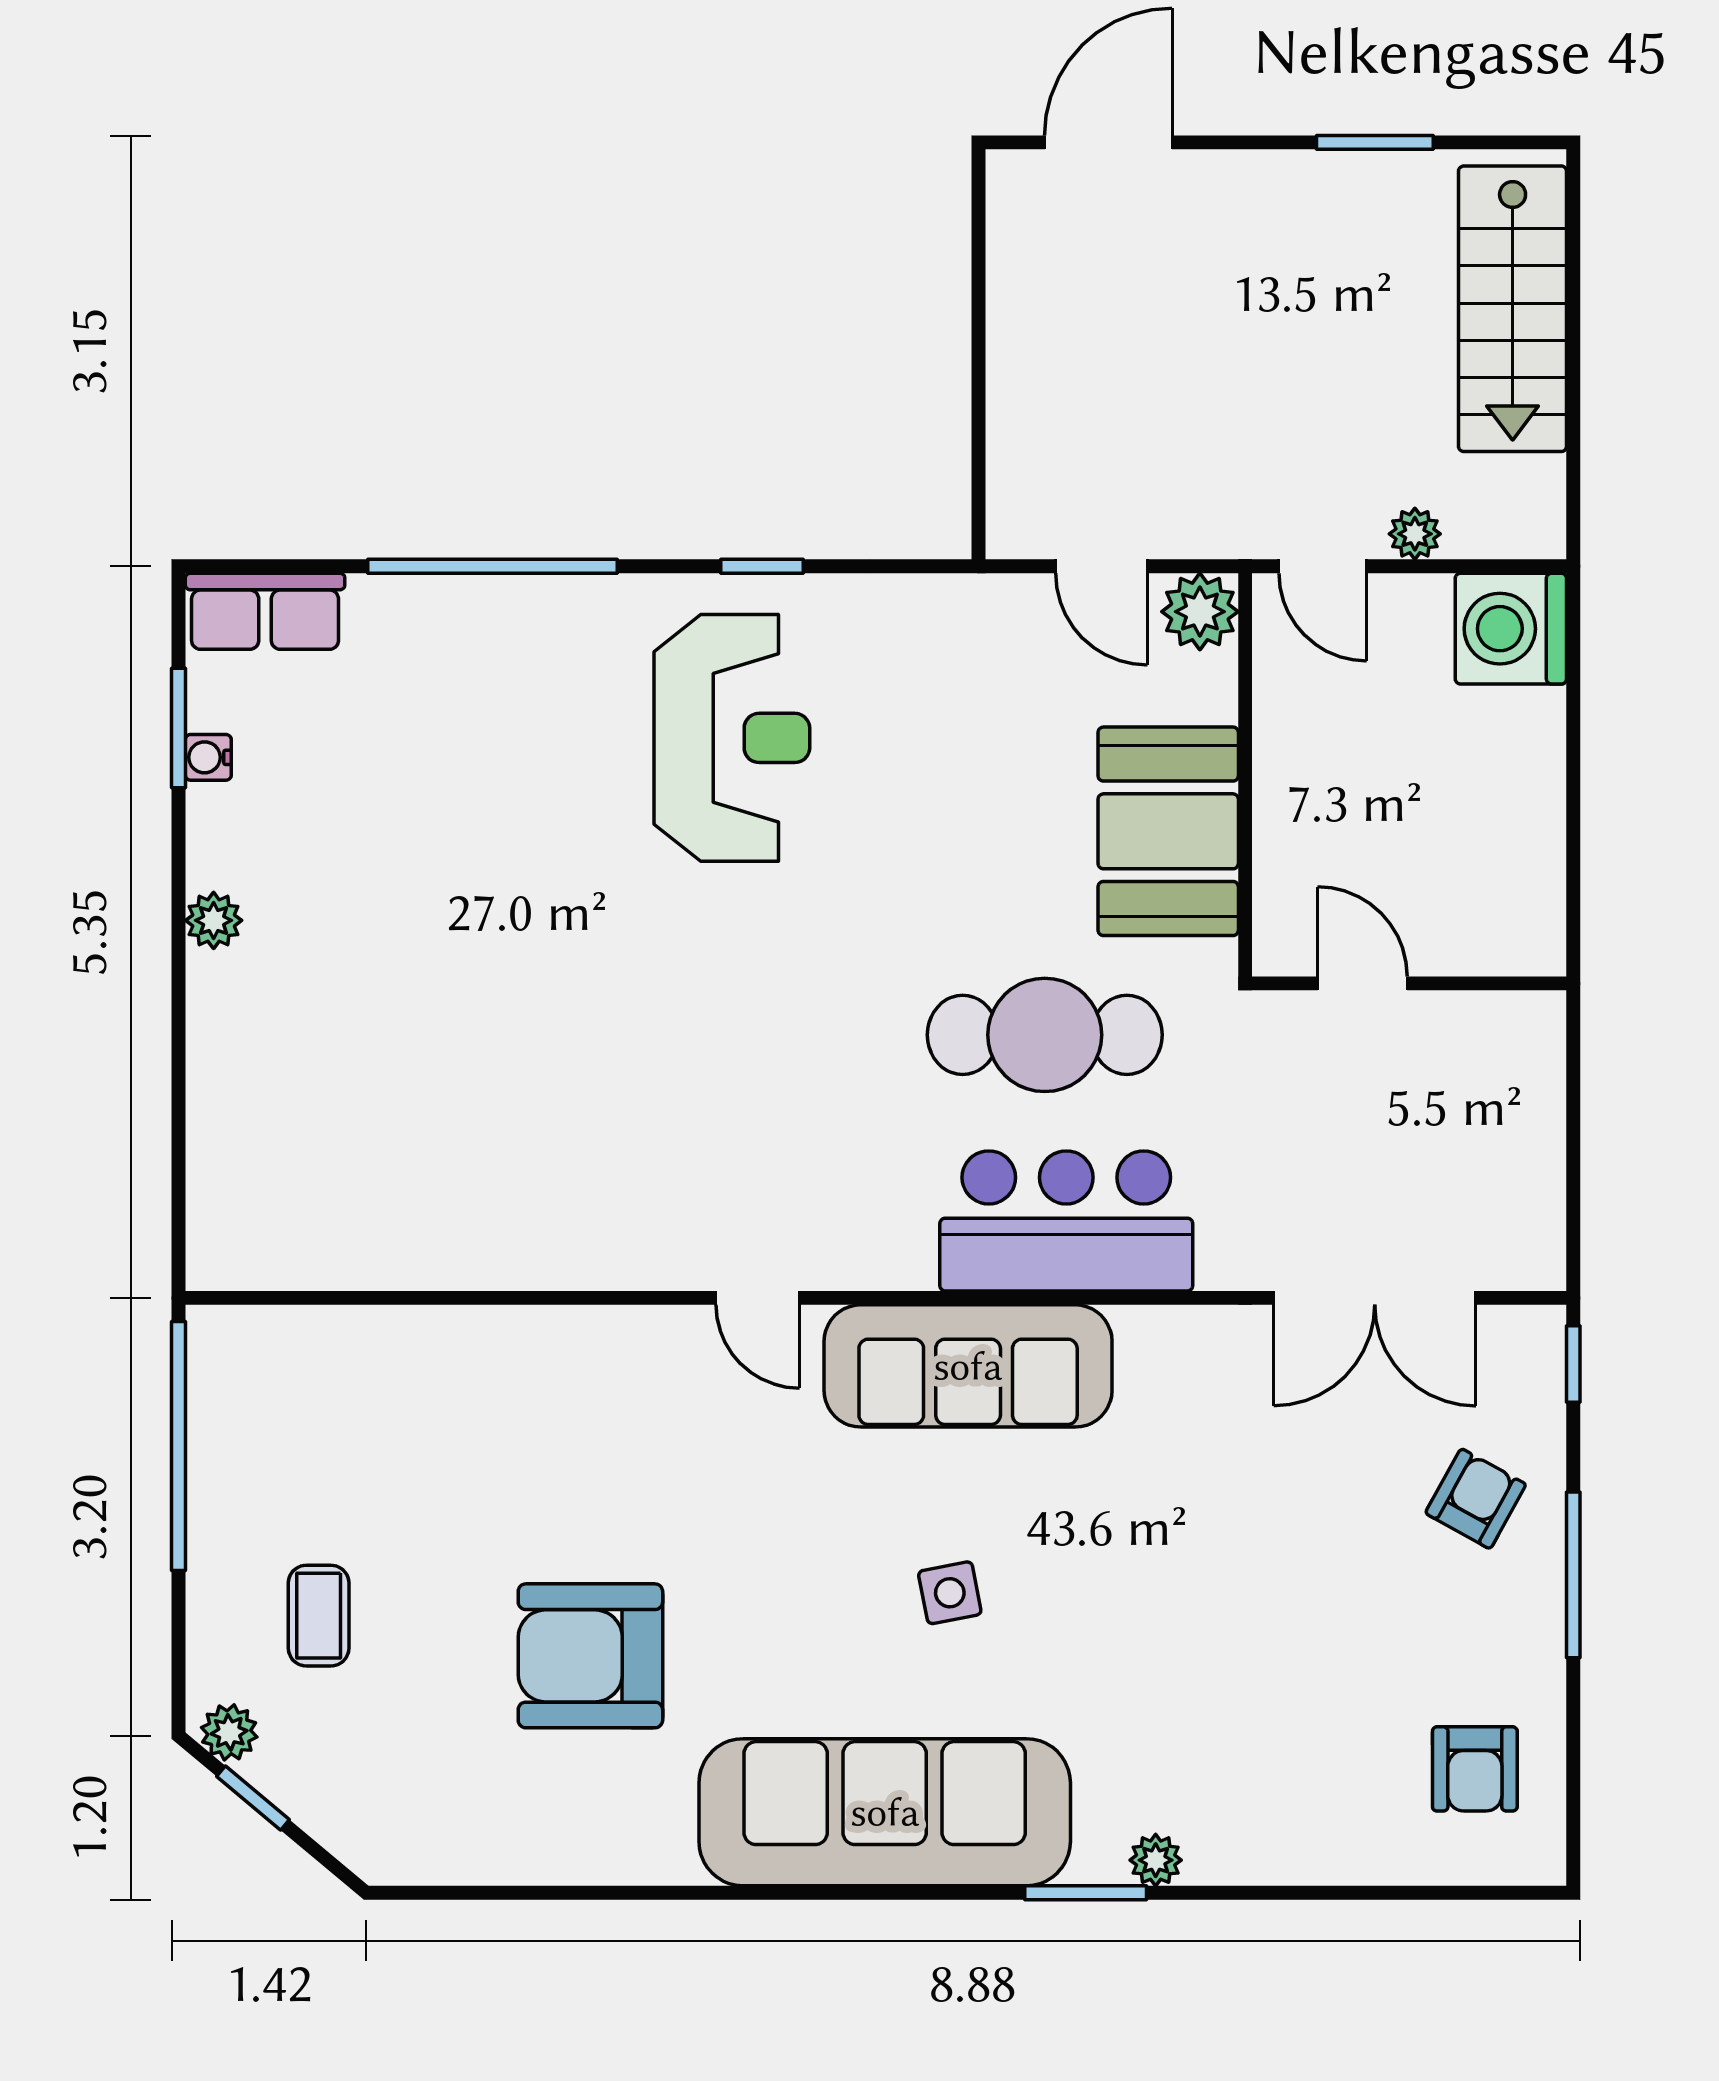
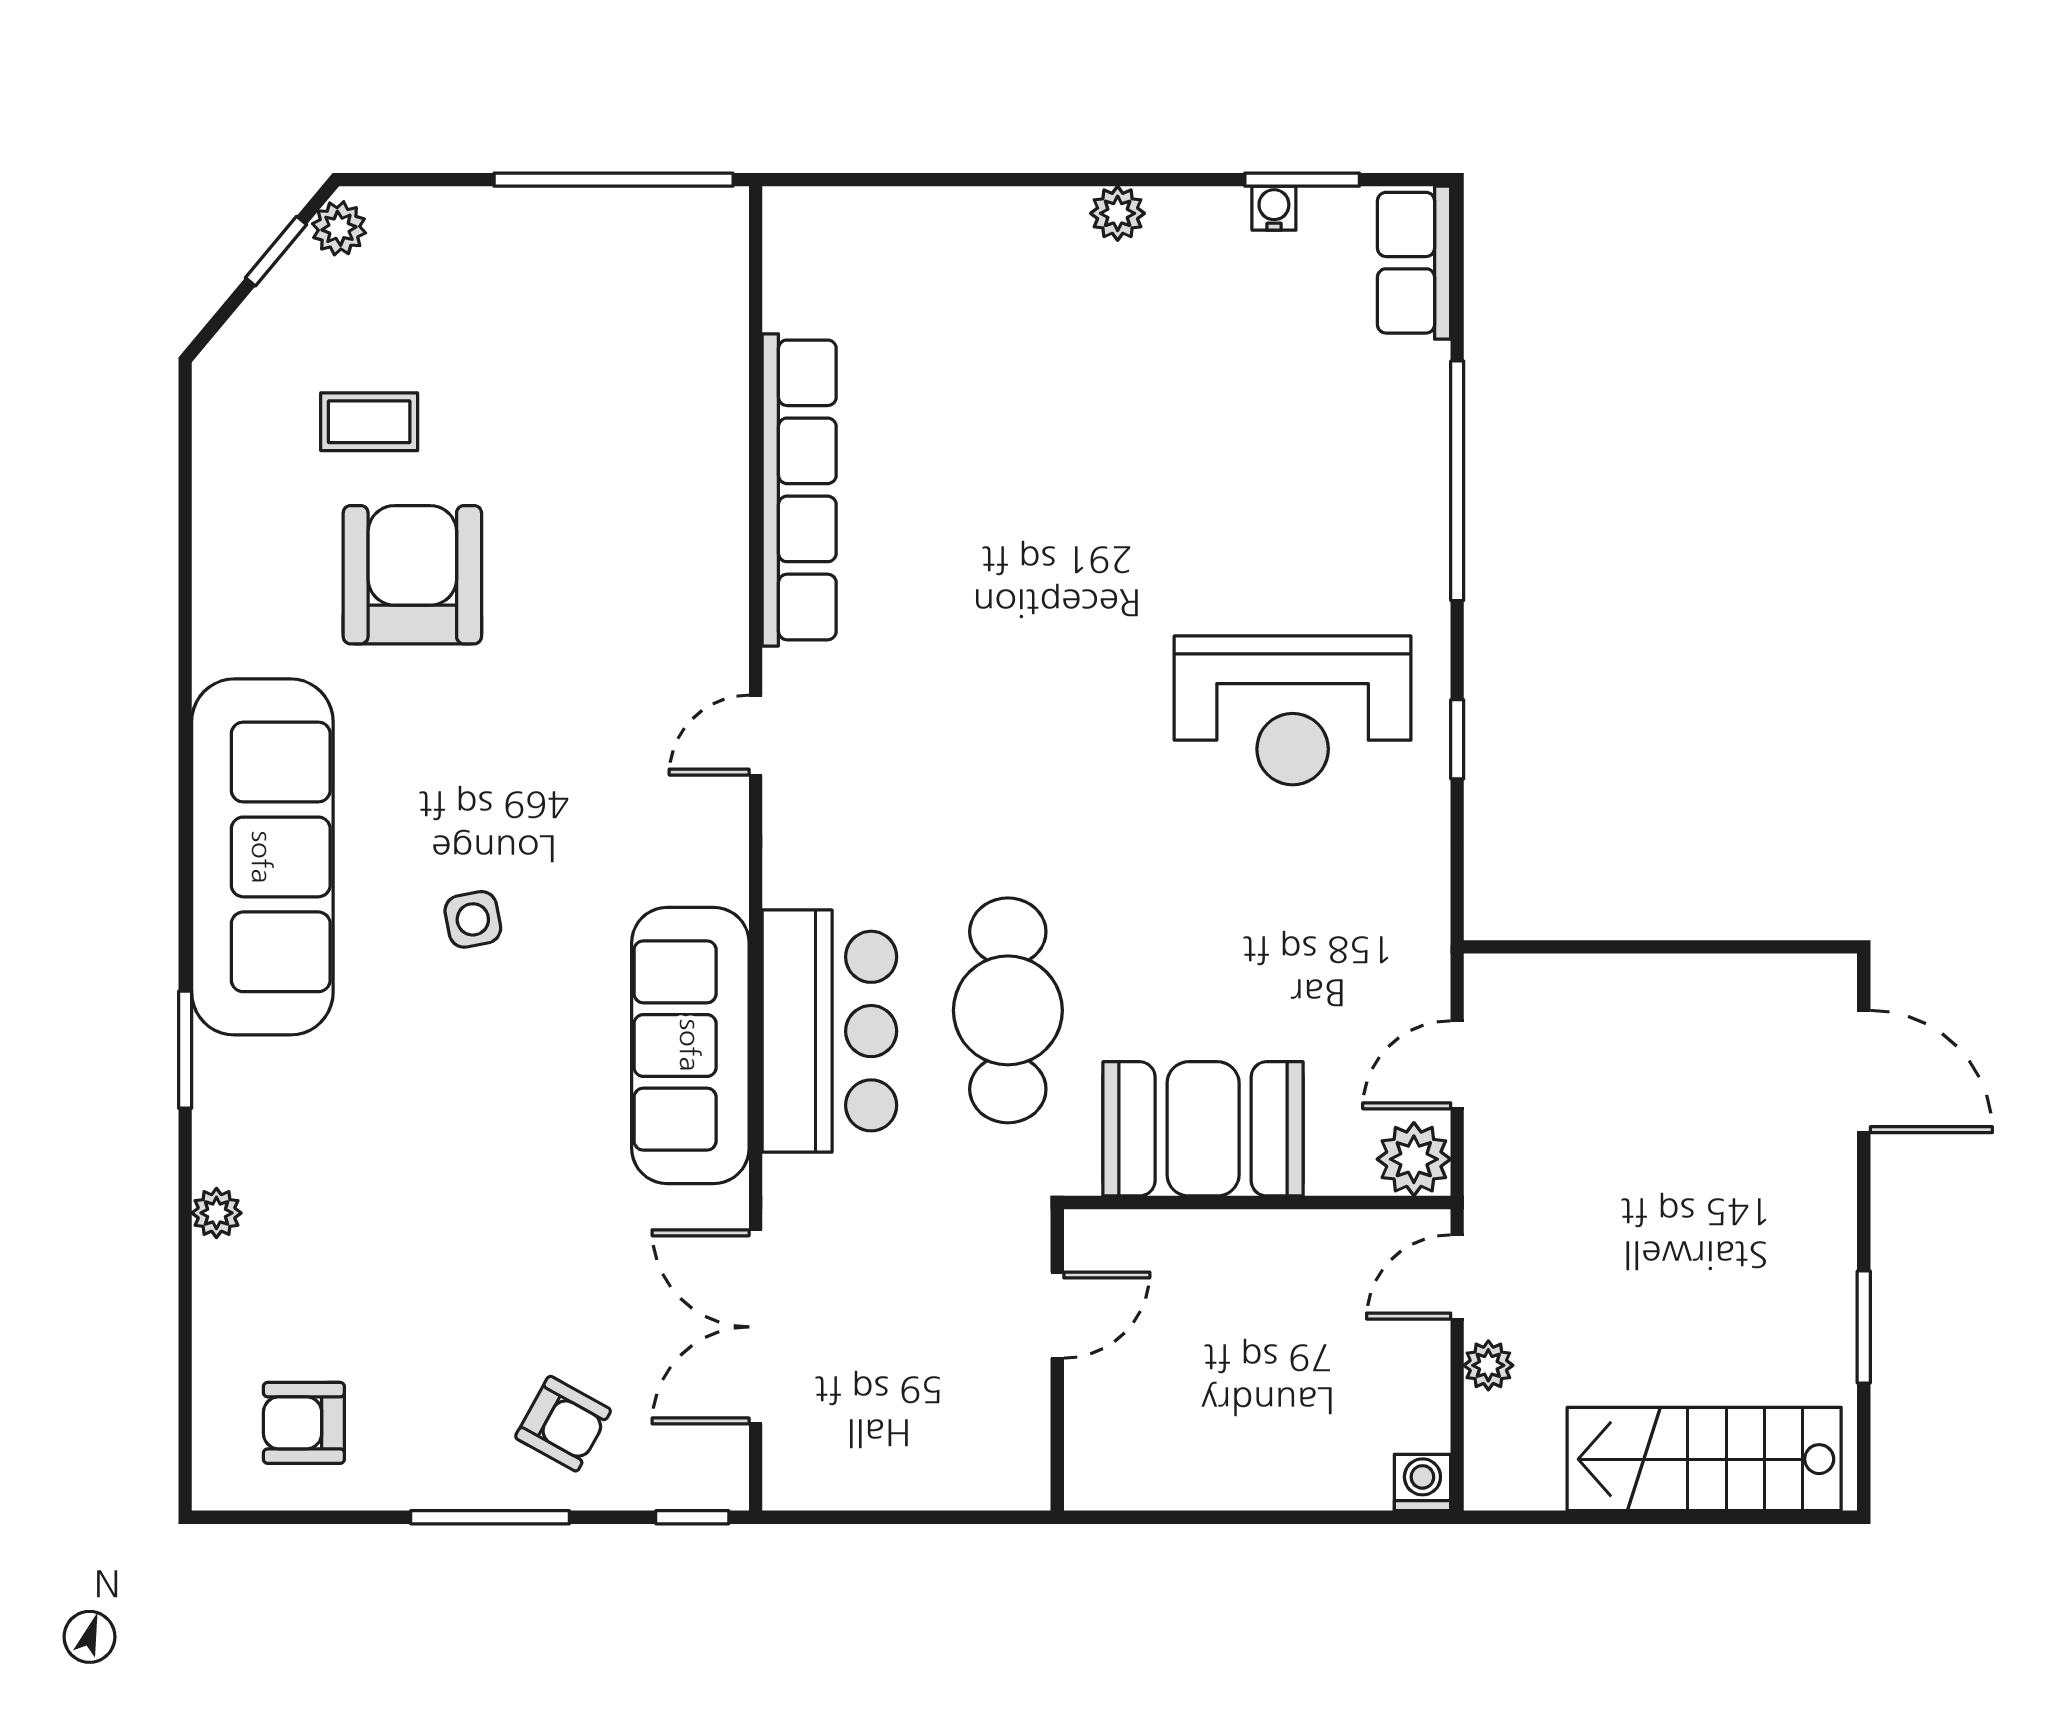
washing machine: (1511, 629) -> (1422, 1483), width x0.53, depth x0.53
row of seats: (502, 1252) -> (799, 490), added
sofa: (968, 1366) -> (690, 1045), moved
coffee table: (319, 1616) -> (369, 422), moved
plant: (1156, 1860) -> (216, 1213), moved

